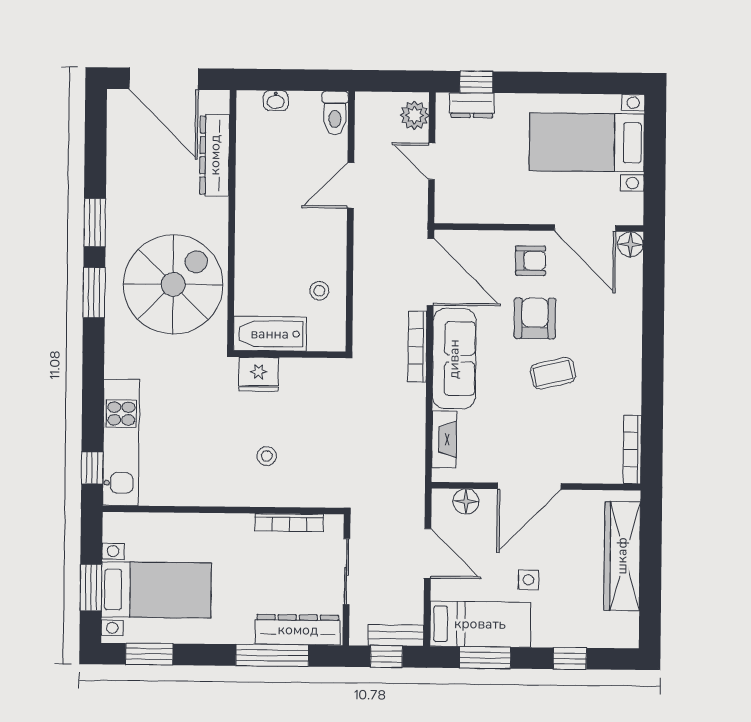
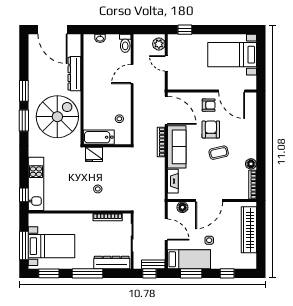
dresser: (472, 105) -> (183, 39), removed
dresser: (215, 155) -> (74, 74), moved
floor lamp: (631, 244) -> (251, 164), moved
window: (91, 588) -> (24, 245), width x1.44
window: (272, 655) -> (88, 273), moved

